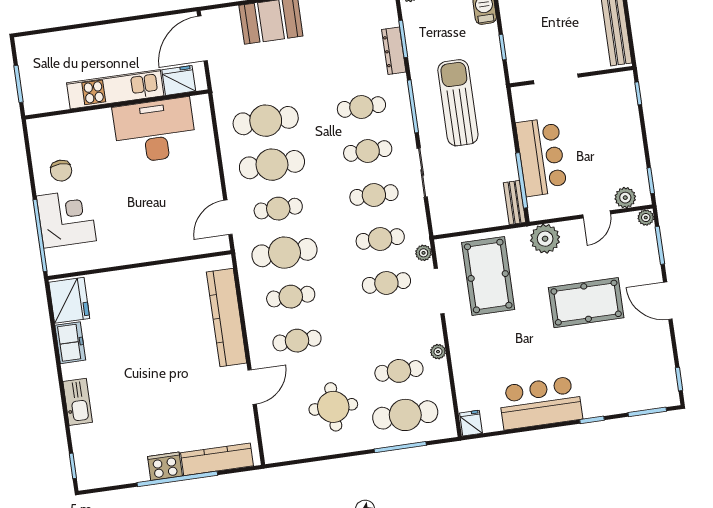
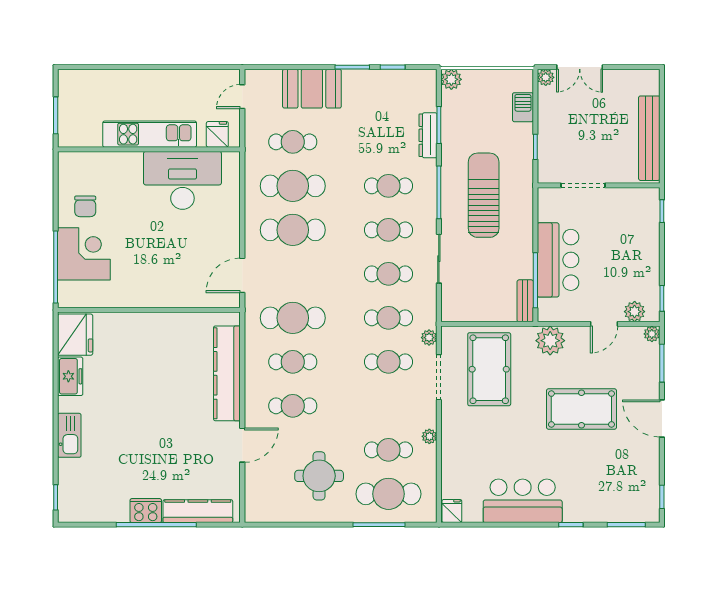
door: (202, 38) -> (242, 97), width x0.53
fridge: (179, 80) -> (217, 134), width x0.72
cafe table: (278, 209) -> (293, 142), moved

